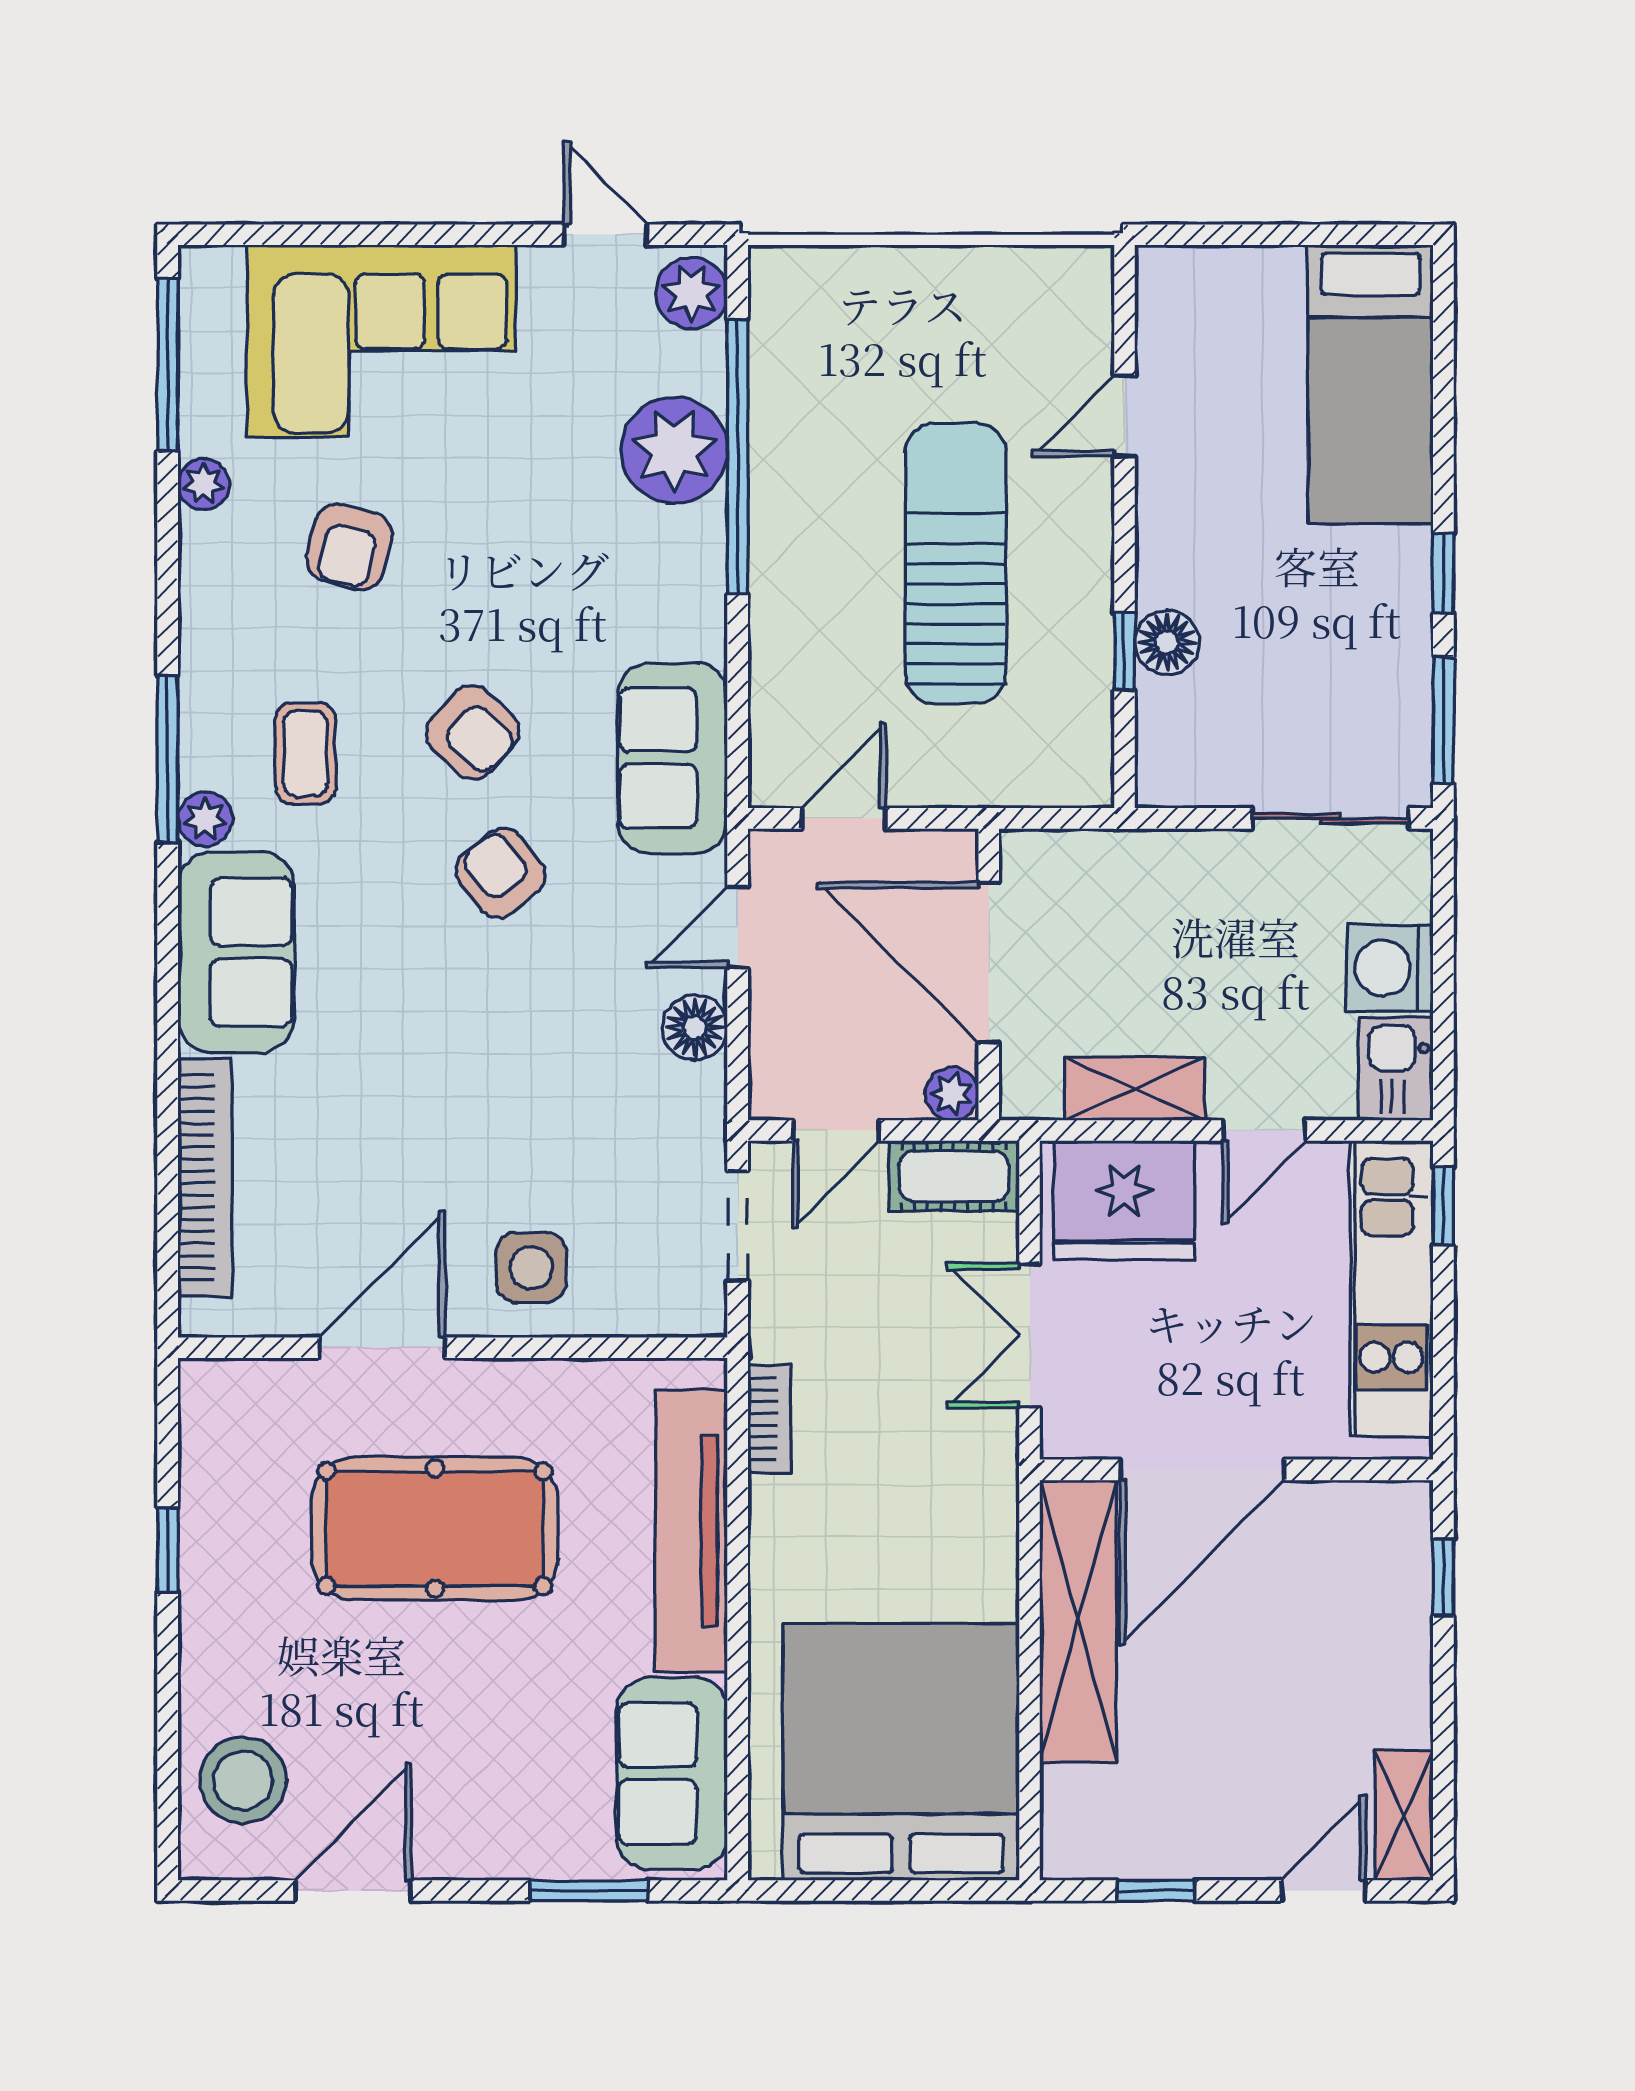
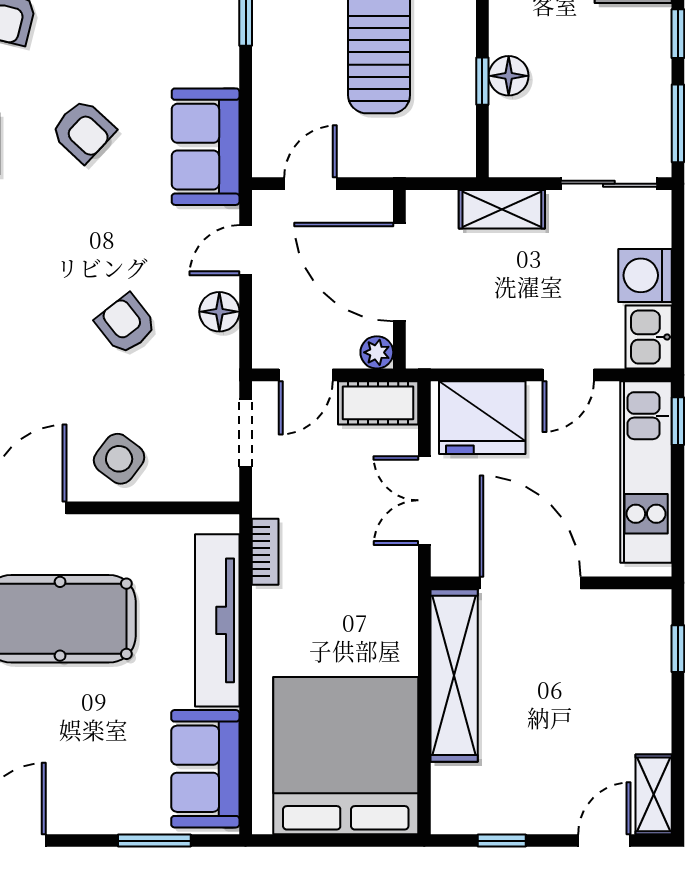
armchair: (501, 873) -> (126, 324), moved
shelving: (1135, 1089) -> (502, 209), moved
side table: (531, 1267) -> (119, 459), turned 37
door: (1202, 1470) -> (530, 583), swing flipped

